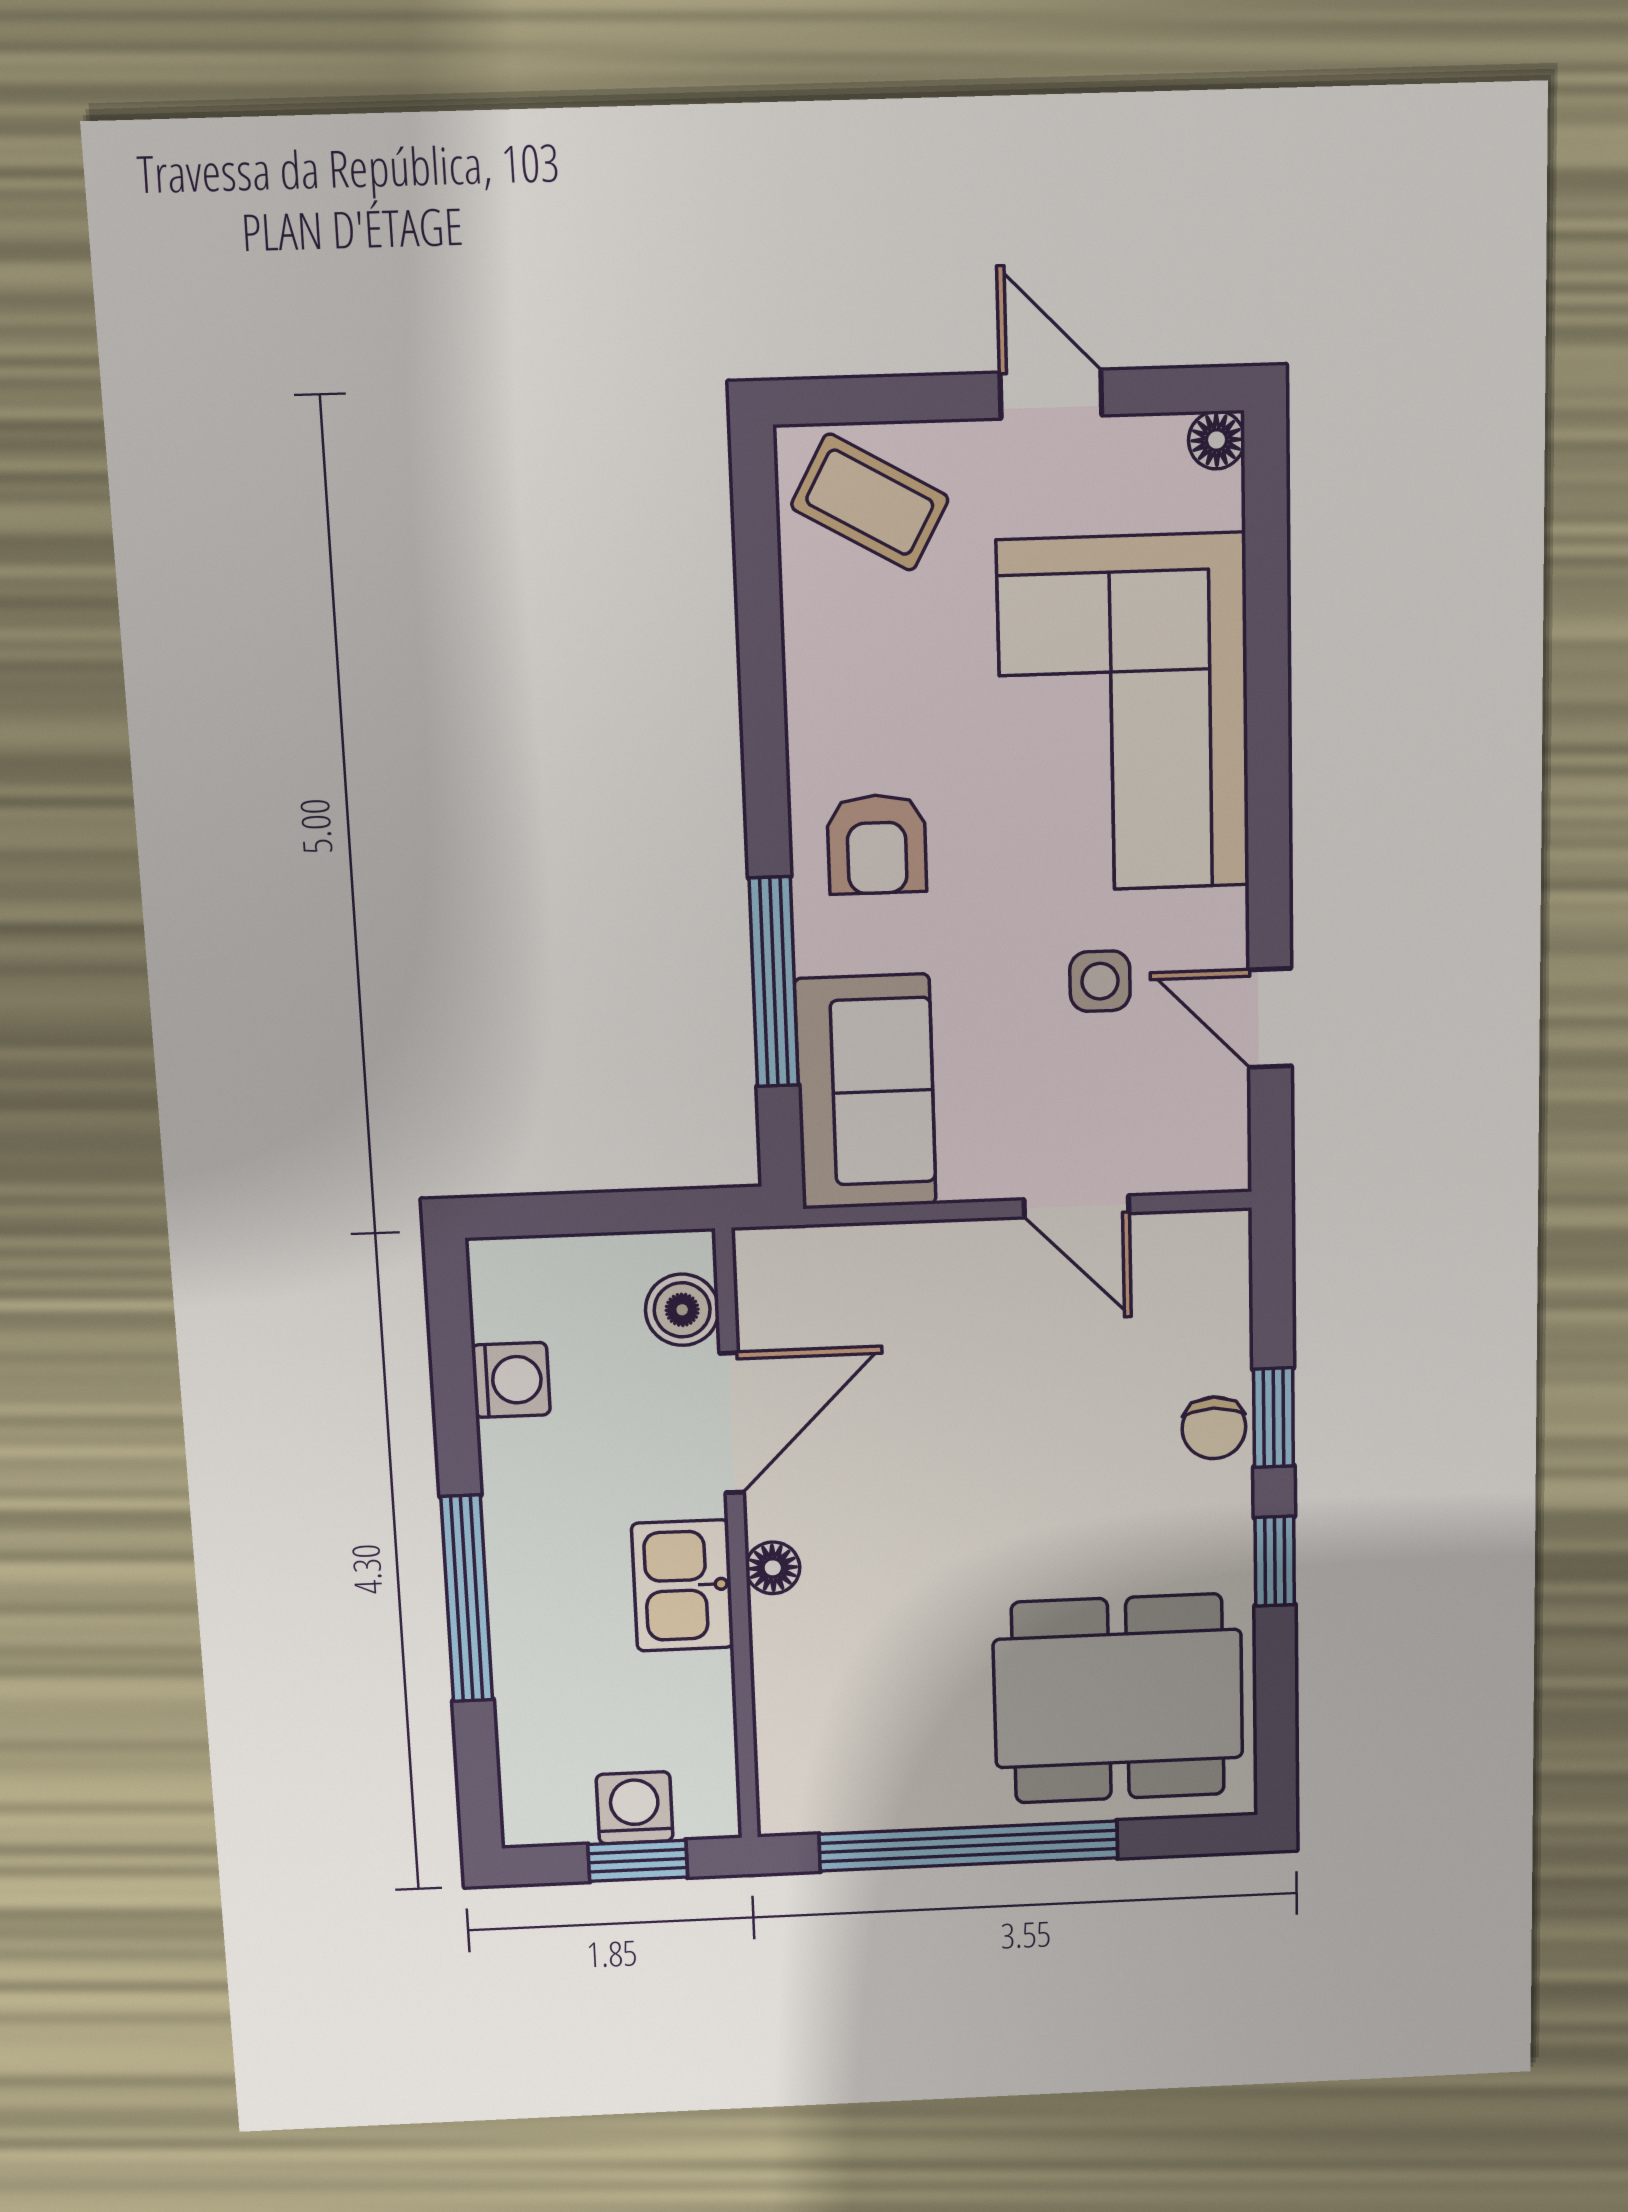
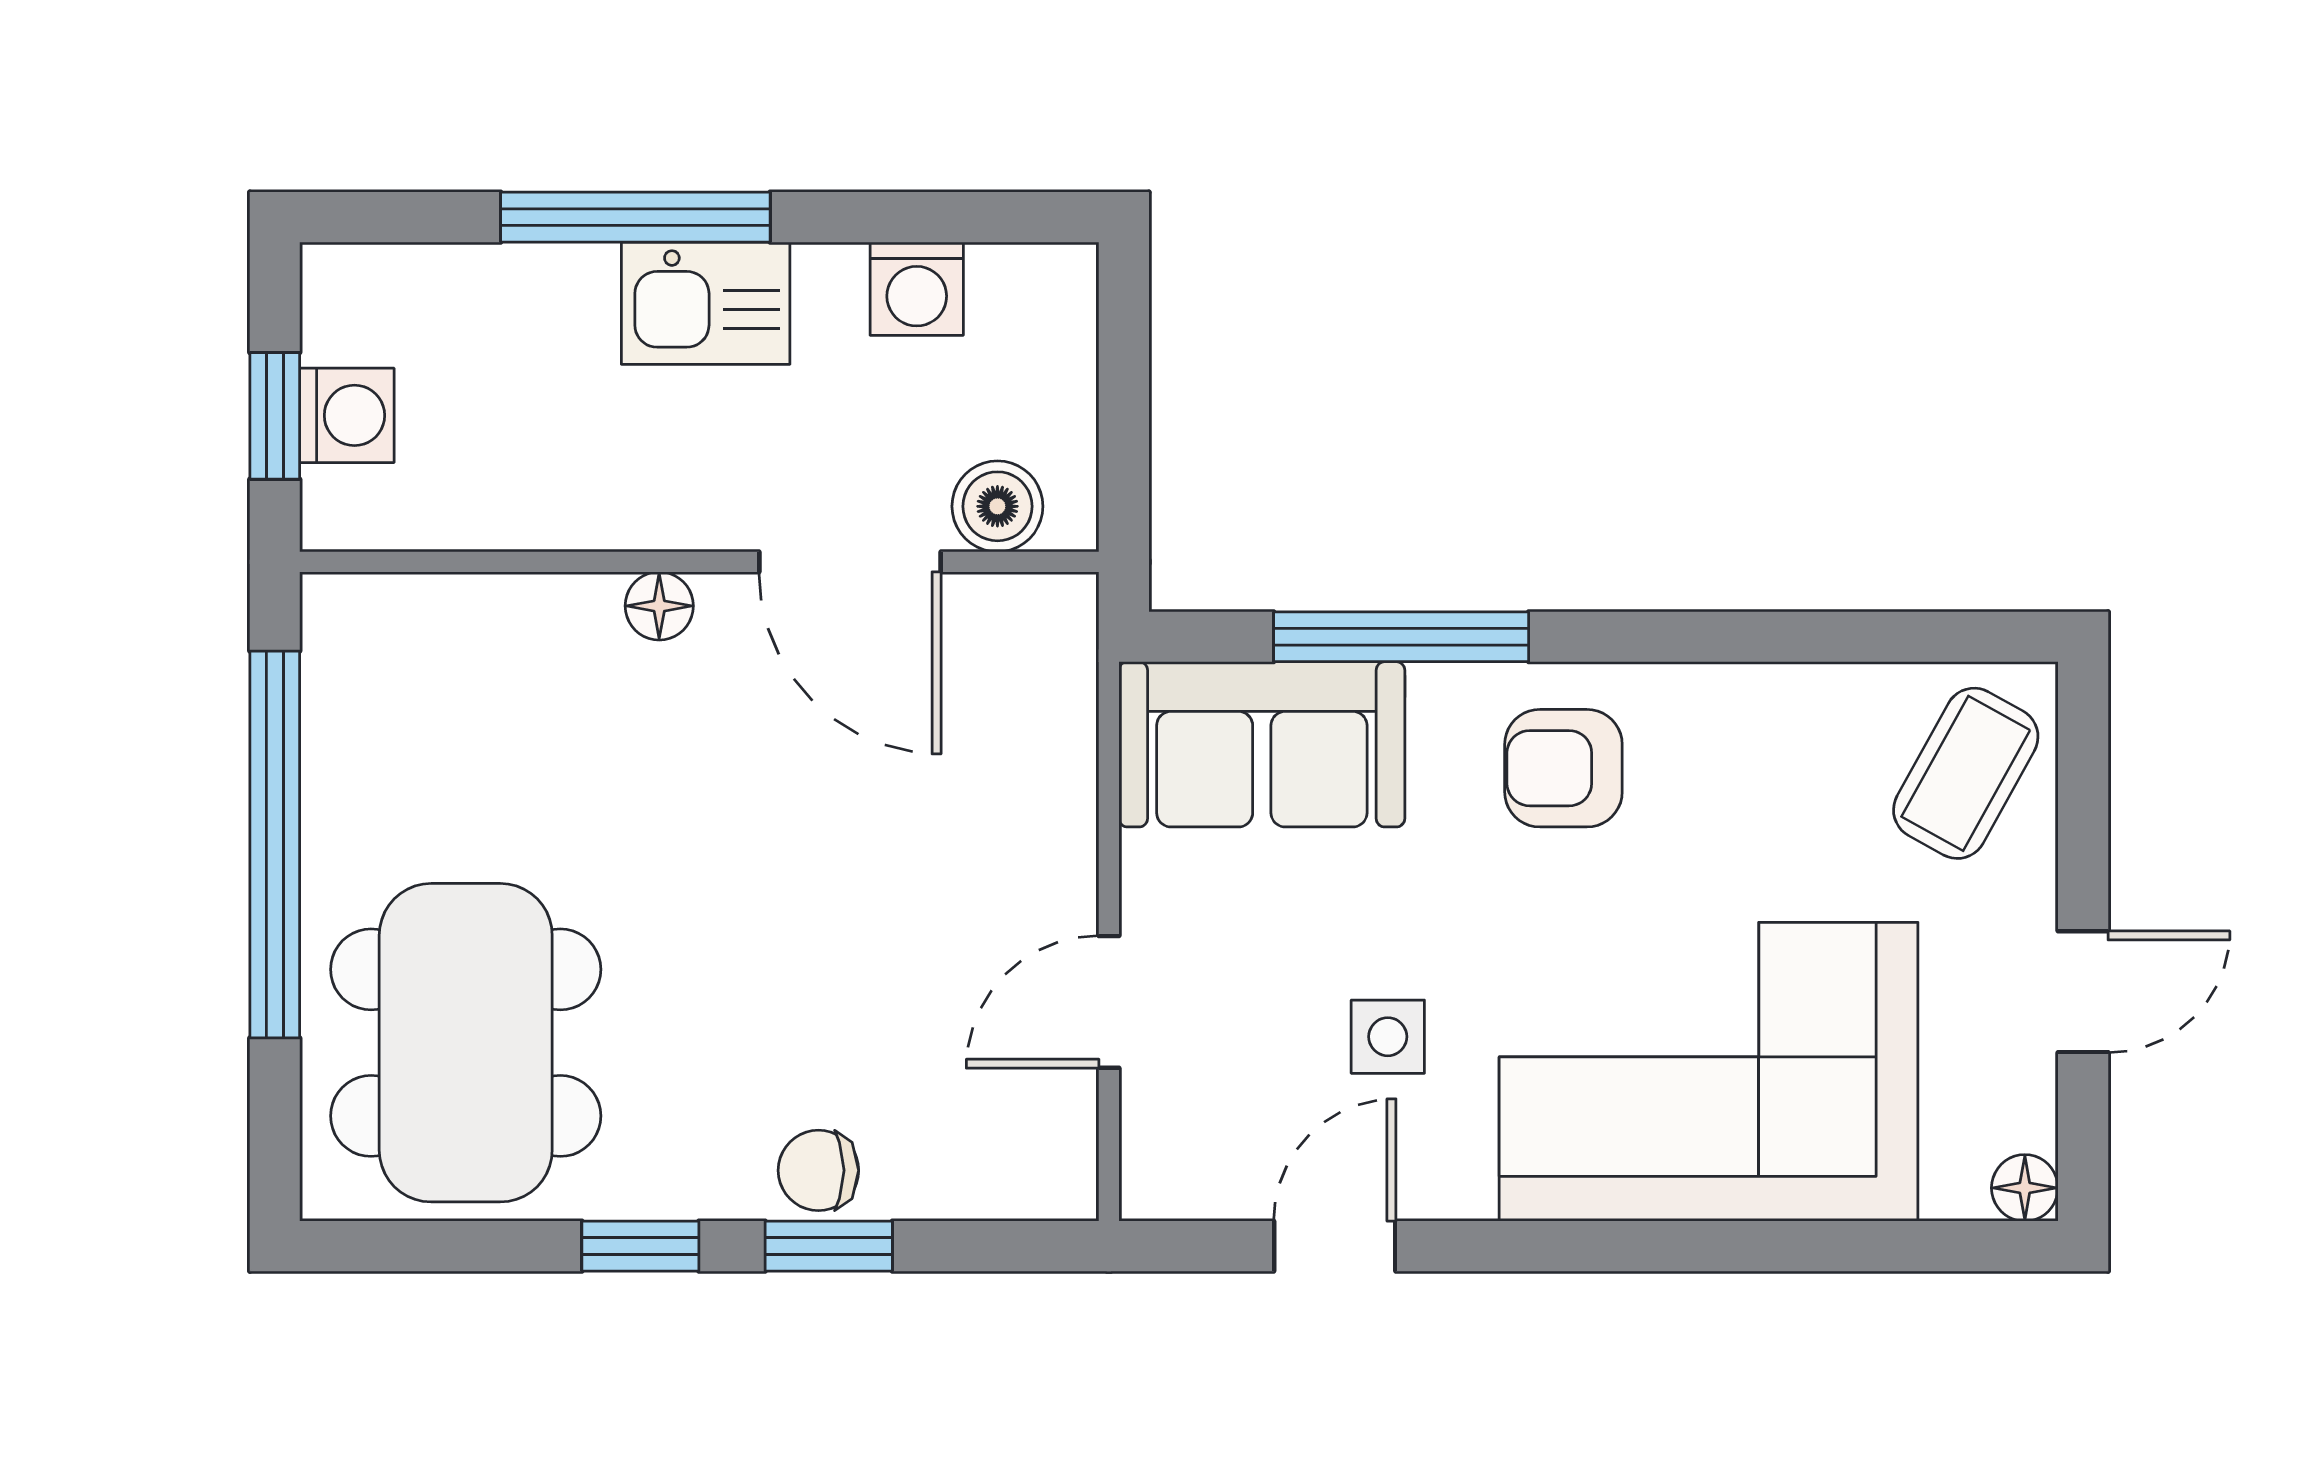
kitchen sink: (683, 1585) -> (706, 303), moved, turned 180

